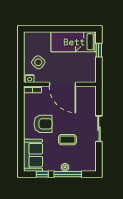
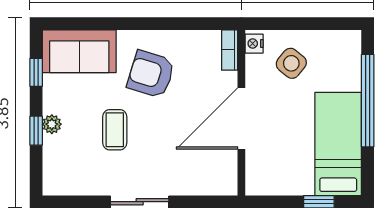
window: (55, 29) -> (368, 101), added
armchair: (43, 124) -> (151, 74), turned 107
window: (68, 174) -> (36, 131), width x0.46

